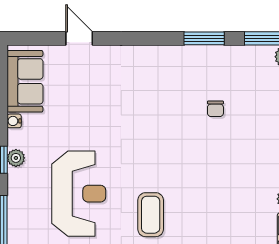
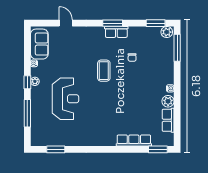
window: (204, 38) -> (113, 23), moved
row of seats: (183, 56) -> (116, 32), added
coffee table: (151, 215) -> (104, 71), moved

